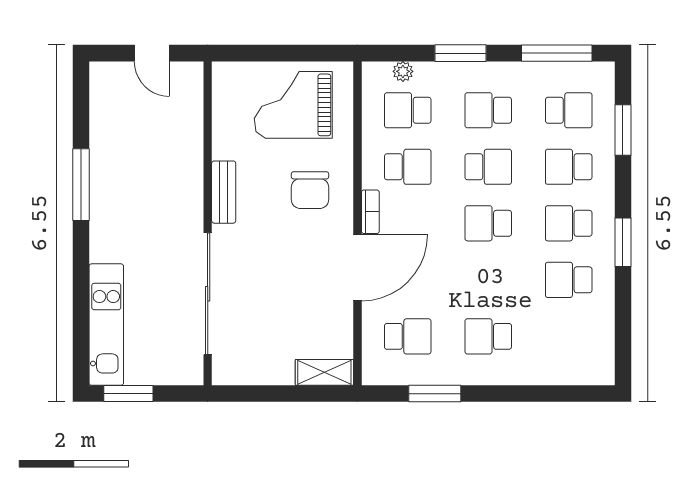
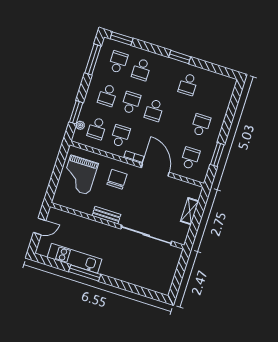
window: (461, 53) -> (76, 112), moved
window: (623, 130) -> (122, 38), moved
chair: (310, 190) -> (117, 179), turned -90
school desk: (569, 223) -> (165, 77), removed
kitchen unit: (106, 325) -> (75, 258), moved
school desk: (488, 336) -> (201, 125), turned 180
shelving: (324, 372) -> (190, 211), moved
window: (128, 394) -> (177, 281), removed

